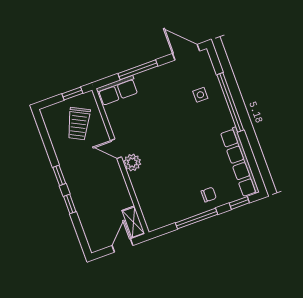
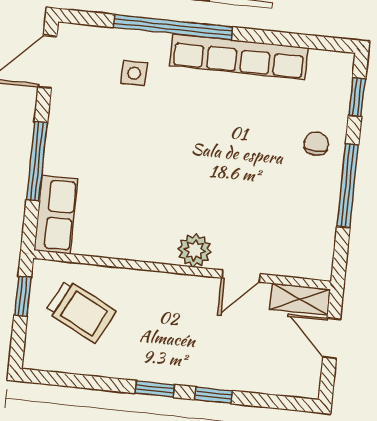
door: (116, 149) -> (241, 276), moved
row of seats: (240, 162) -> (239, 57), moved

